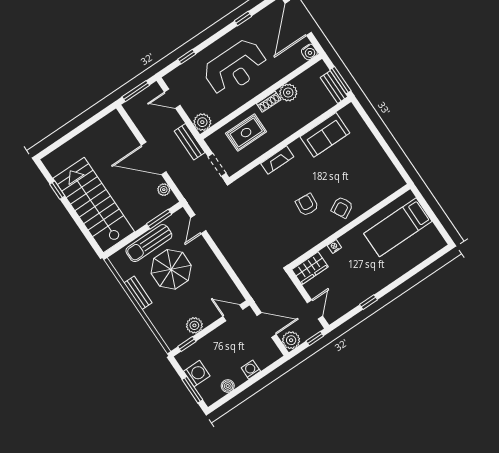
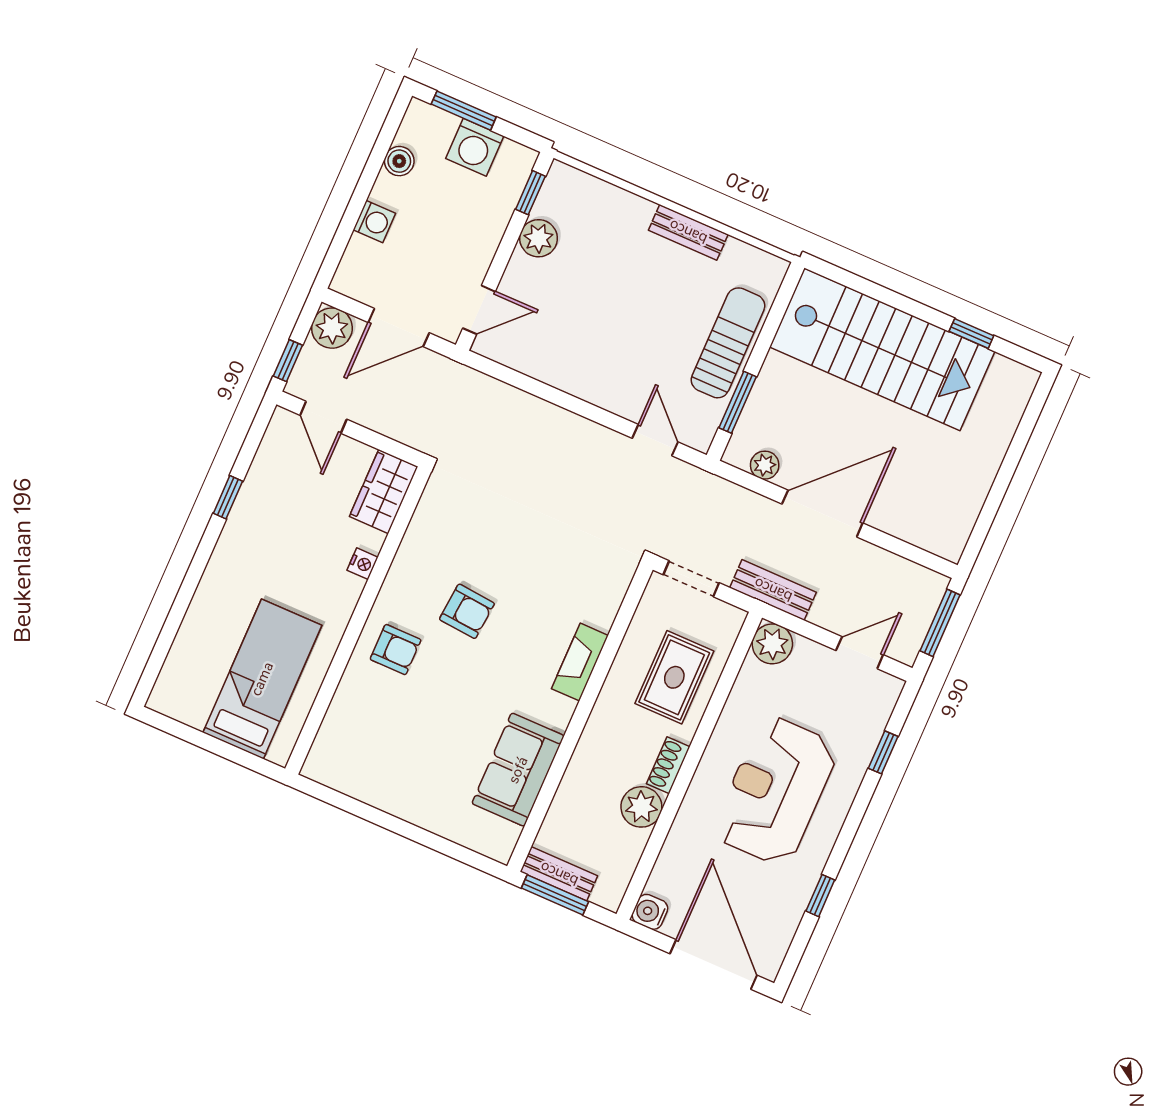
armchair: (342, 207) -> (396, 650), turned 118
parasol: (171, 269) -> (653, 319), removed

